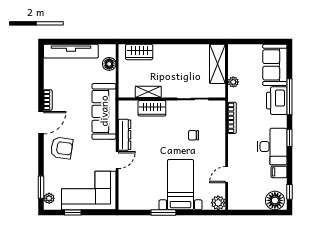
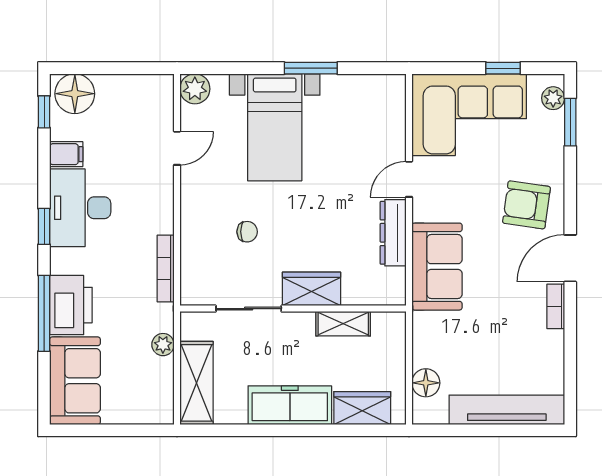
freezer: (173, 53) -> (290, 405), added
wardrobe: (152, 108) -> (312, 289), moved
sofa: (104, 111) -> (437, 267), width x0.73

